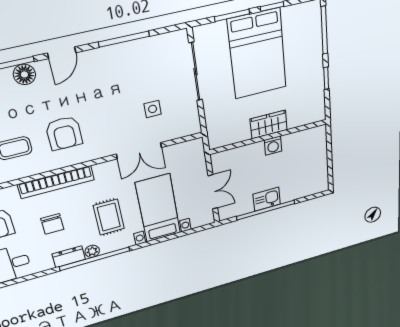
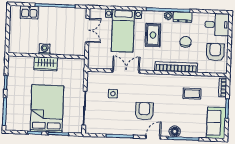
armchair: (64, 133) -> (144, 111), moved
double door: (213, 192) -> (87, 30), swing flipped
kitchen sink: (267, 199) -> (29, 12), moved

